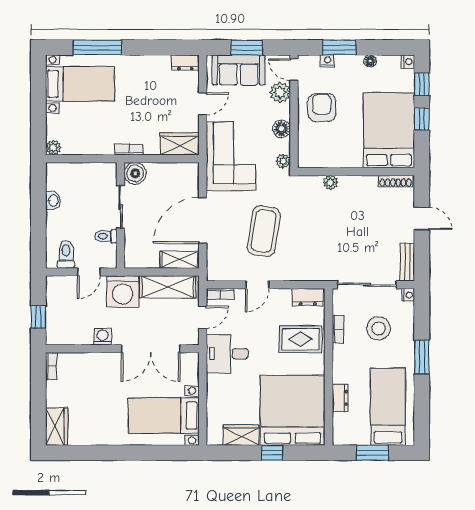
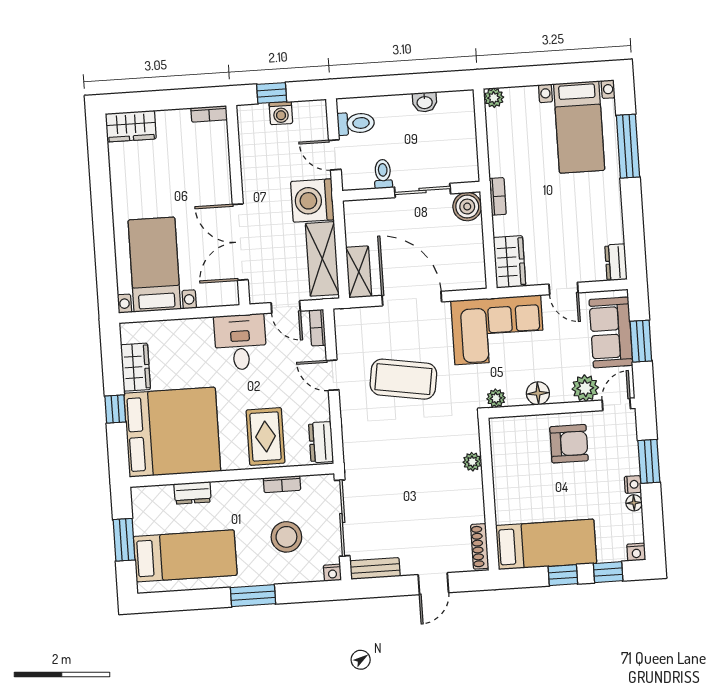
nightstand: (327, 61) -> (633, 484), moved
bed: (389, 130) -> (546, 544), width x0.67
washing machine: (103, 337) -> (281, 113), moved, turned 90

